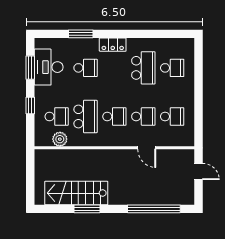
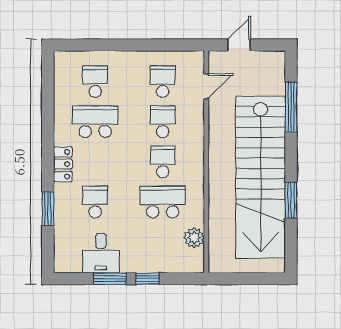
desk: (49, 67) -> (101, 253), width x0.73
window: (30, 68) -> (110, 279), moved
school desk: (57, 117) -> (163, 242), removed
door: (147, 148) -> (206, 86), moved
stairs: (76, 193) -> (261, 177), width x1.86, depth x1.51
window: (154, 209) -> (291, 107), width x0.68

